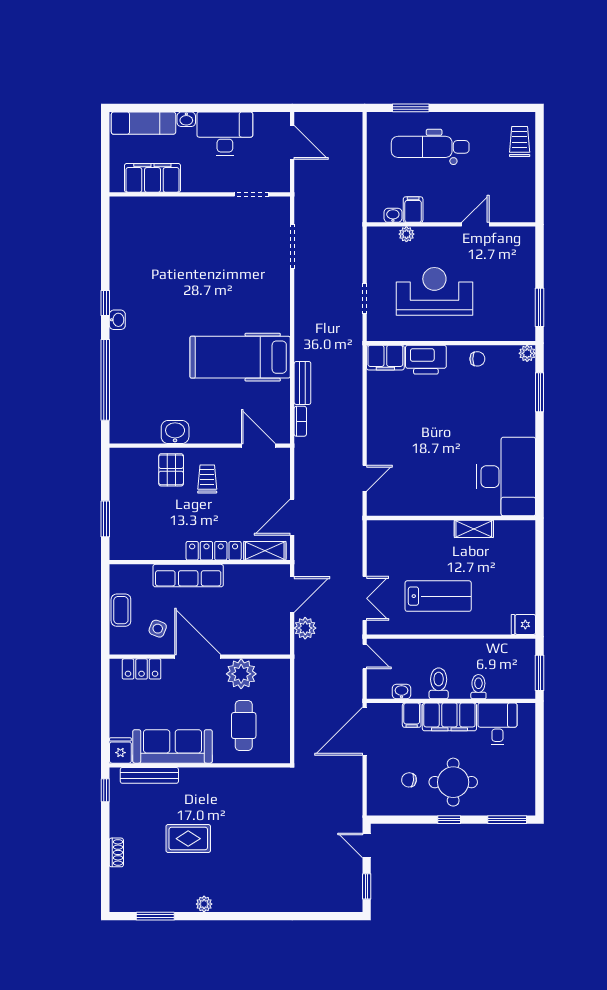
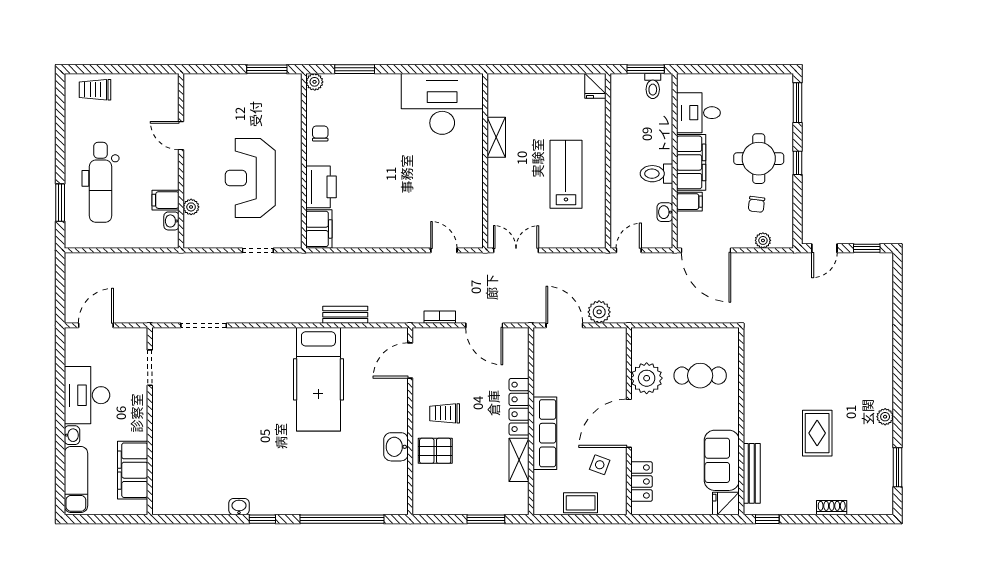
washbasin: (117, 320) -> (239, 507), moved
bookcase: (300, 421) -> (440, 317), moved
shelving: (265, 551) -> (519, 460), moved
double door: (365, 598) -> (516, 250), moved
toilet: (478, 687) -> (653, 86), moved, turned -90
sofa: (173, 746) -> (722, 460), width x0.73
plant: (374, 786) -> (763, 240), added

